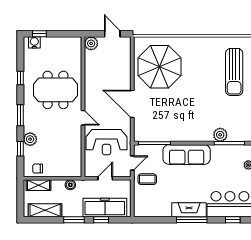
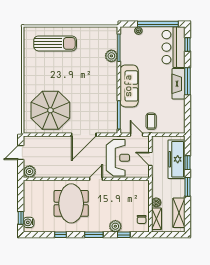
boiler: (70, 185) -> (156, 202), moved

